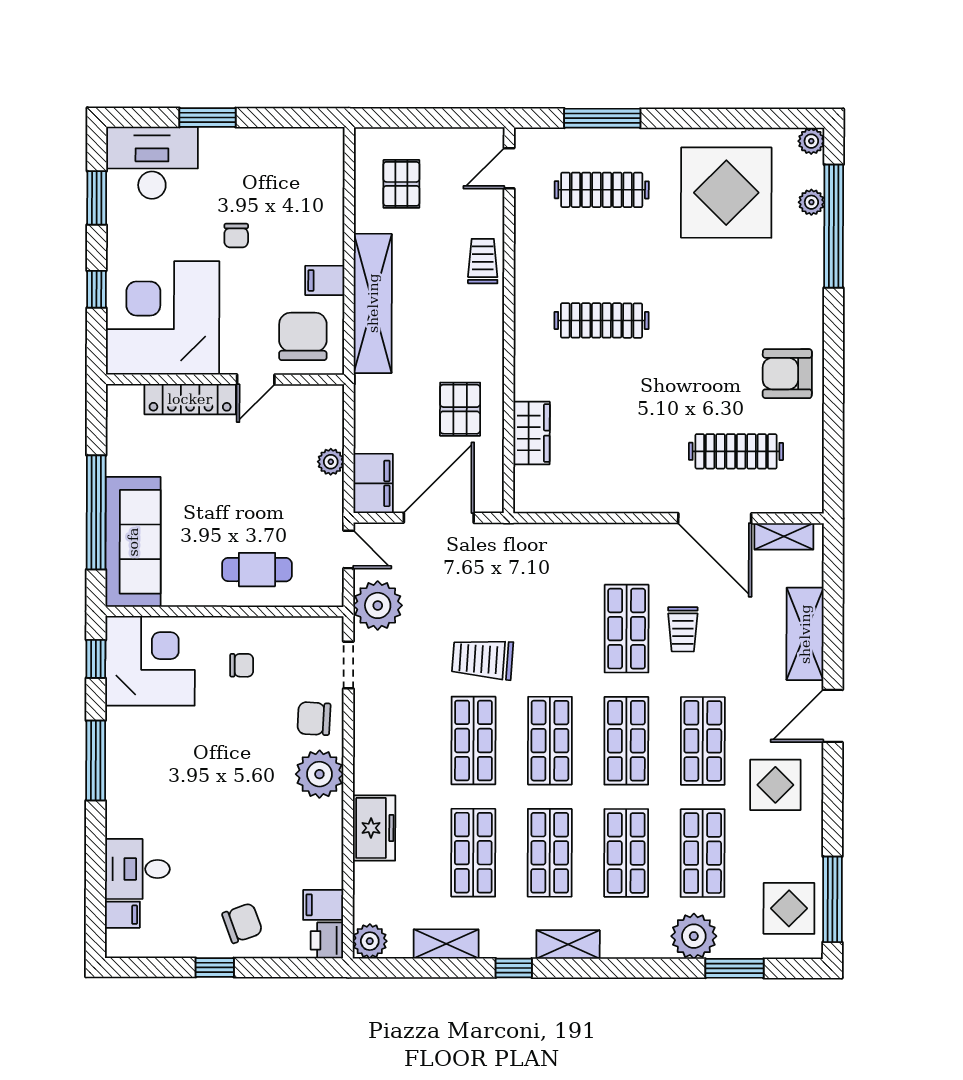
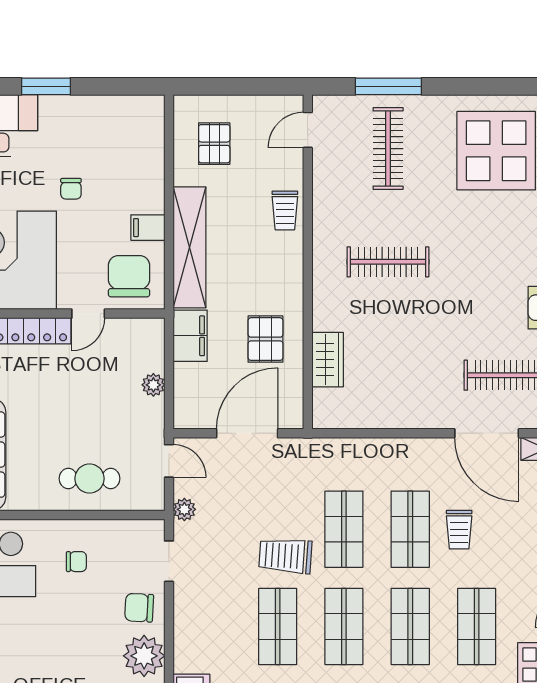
clothes rail: (602, 190) -> (388, 149), turned 90
trolley: (483, 261) -> (285, 211), turned 180
filing cabinet: (373, 483) -> (190, 336), moved
plant: (378, 605) -> (184, 509), width x0.53, depth x0.53
shop shelf: (550, 628) -> (344, 529), added

